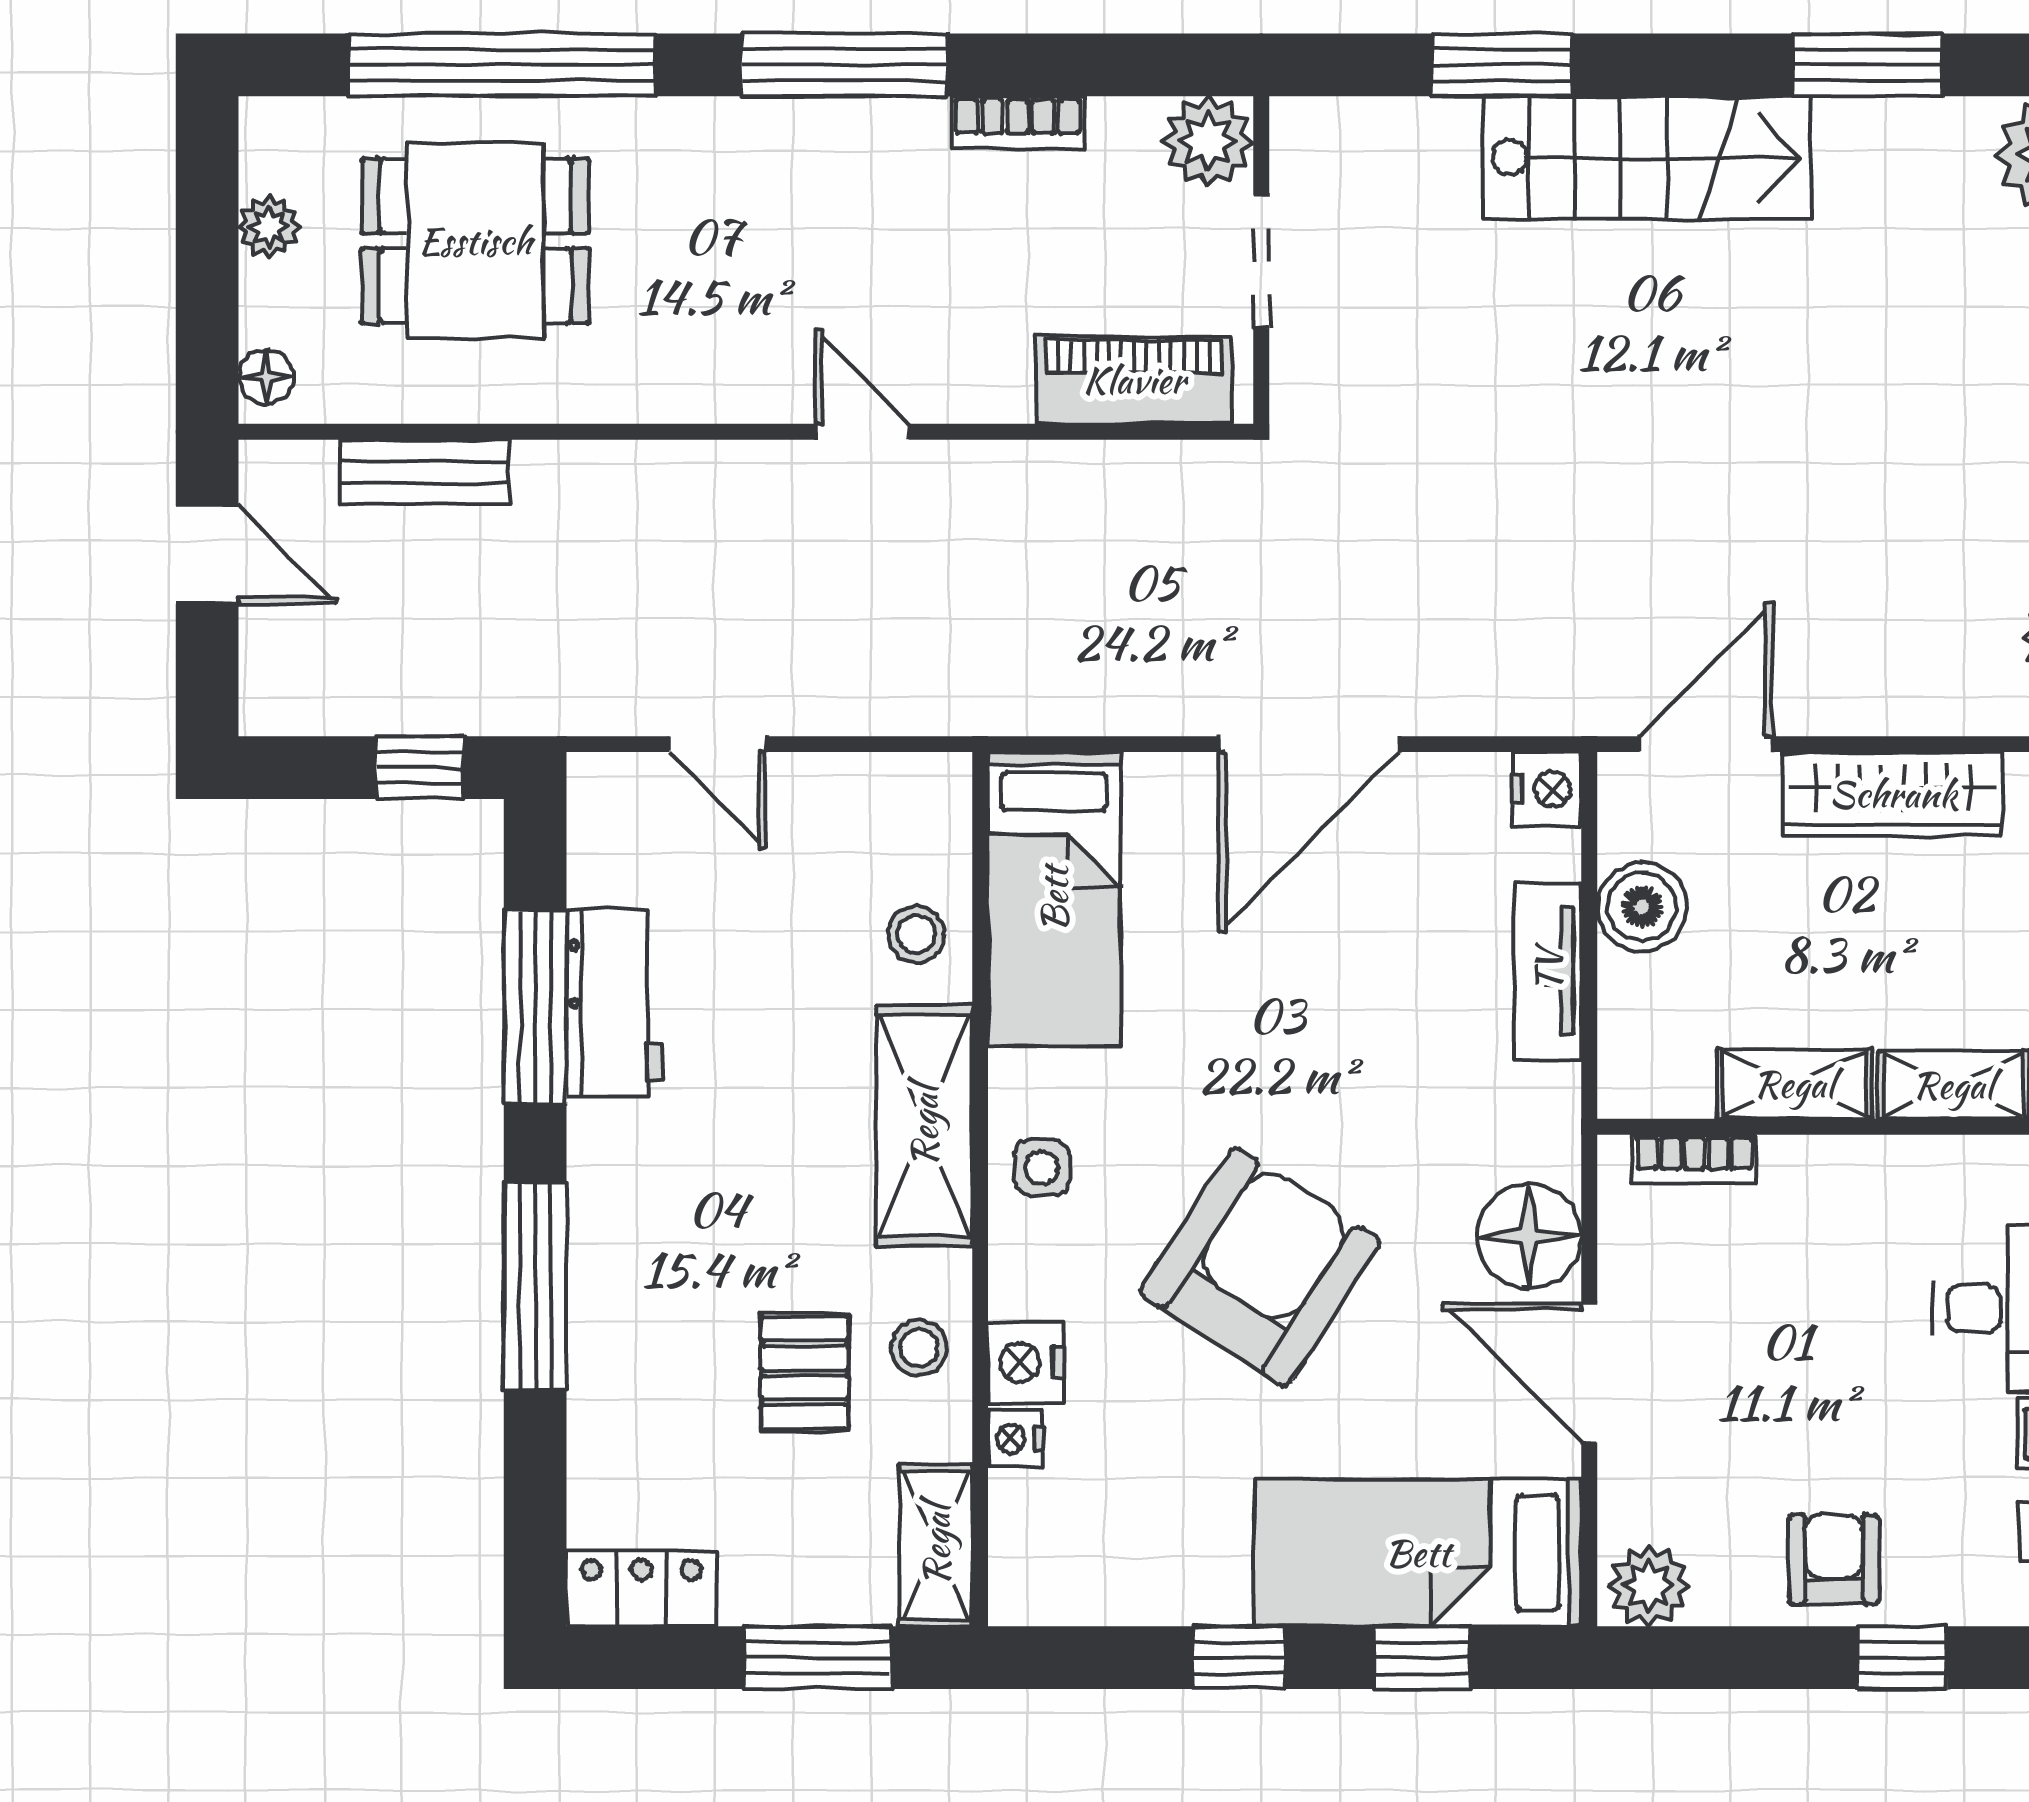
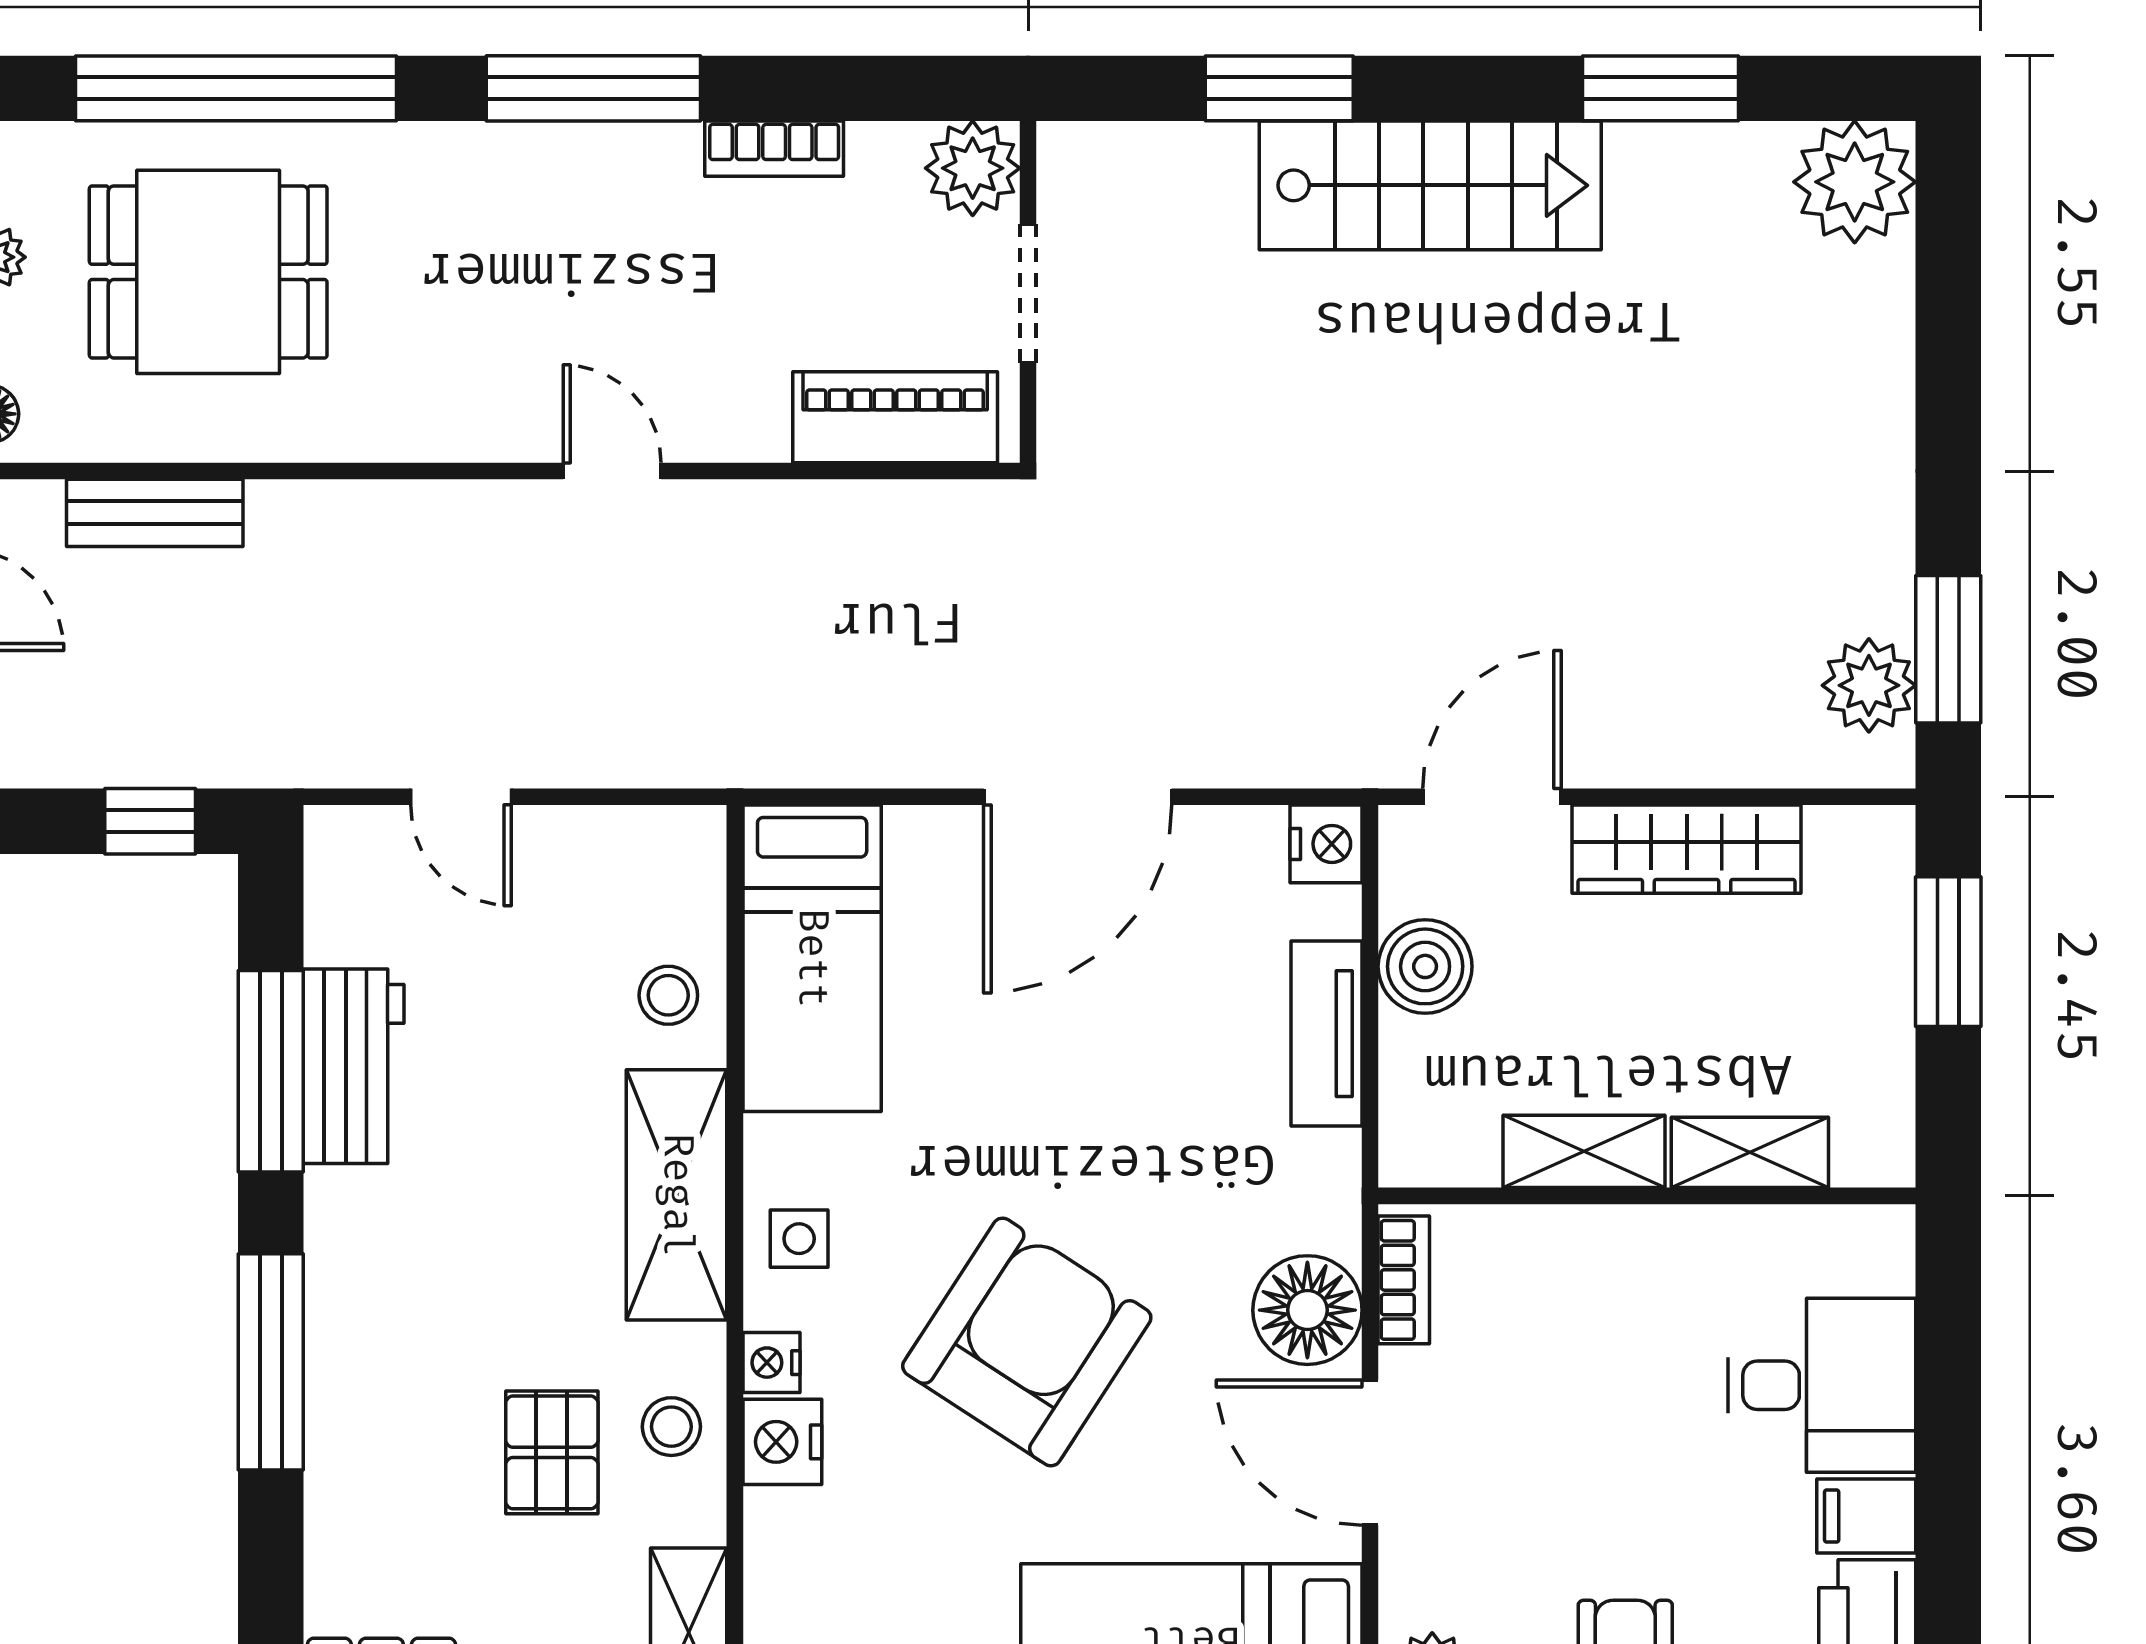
bookcase: (1694, 1159) -> (1404, 1280), moved, turned -90
nightstand: (1015, 1439) -> (771, 1363), moved

